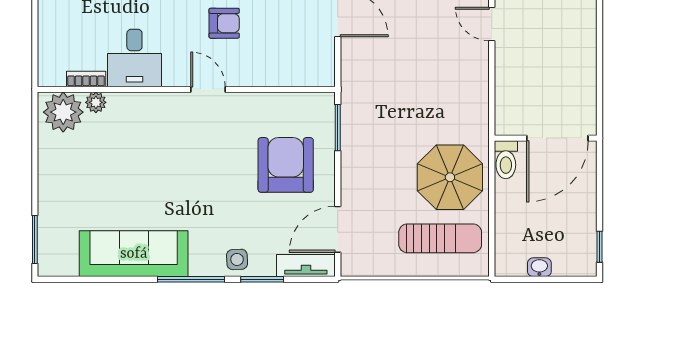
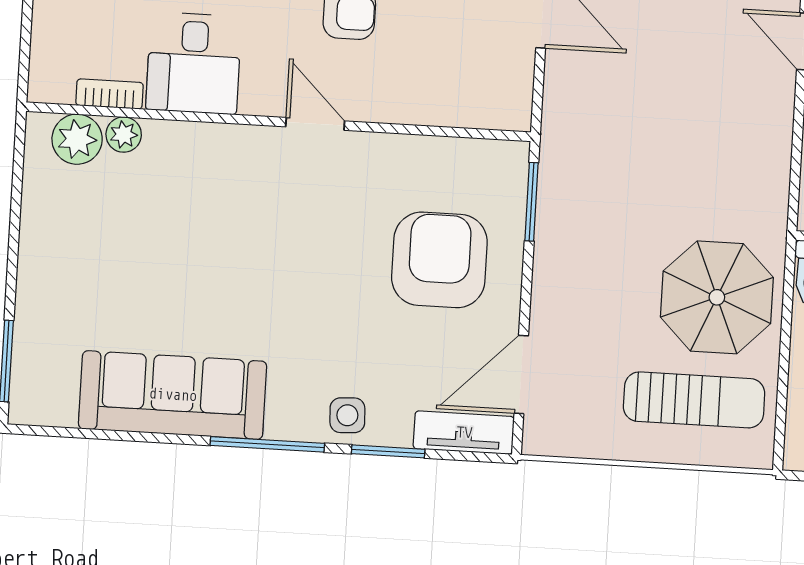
plant: (63, 112) -> (77, 139), width x0.73, depth x0.73

